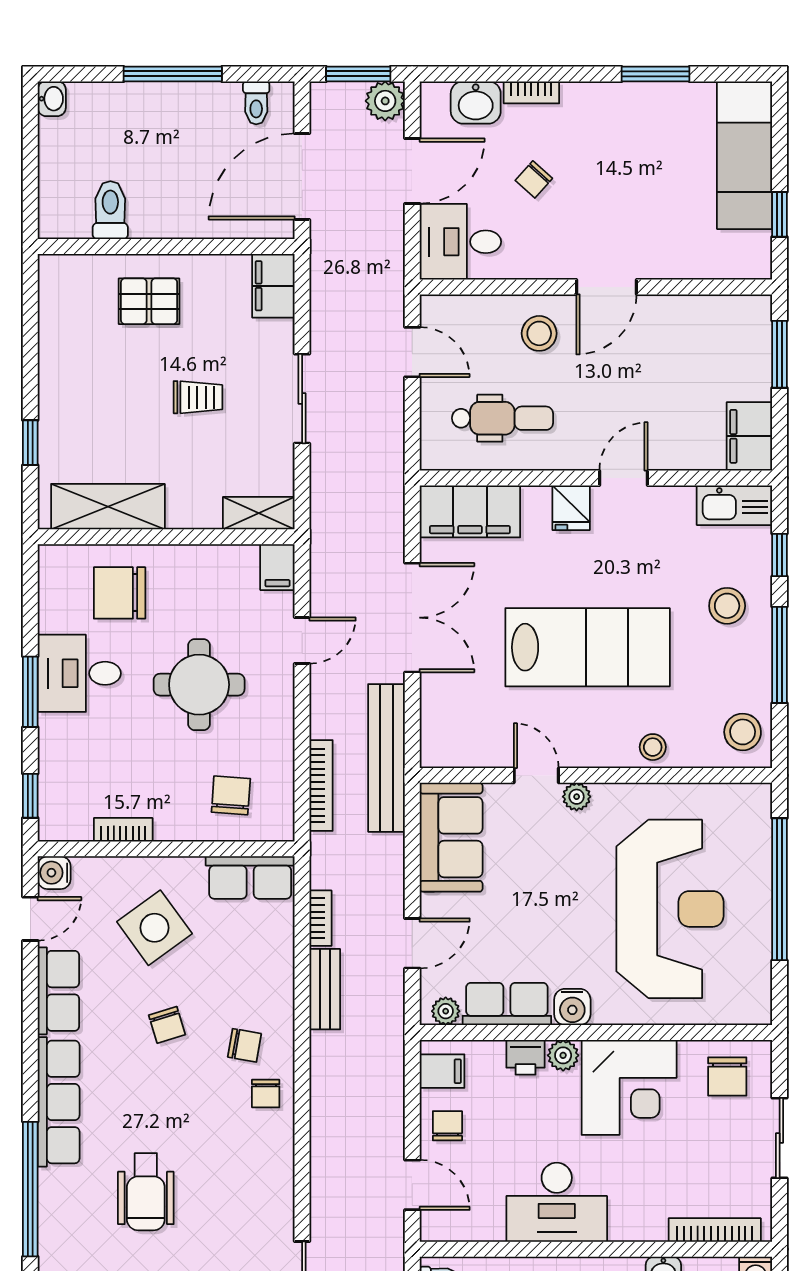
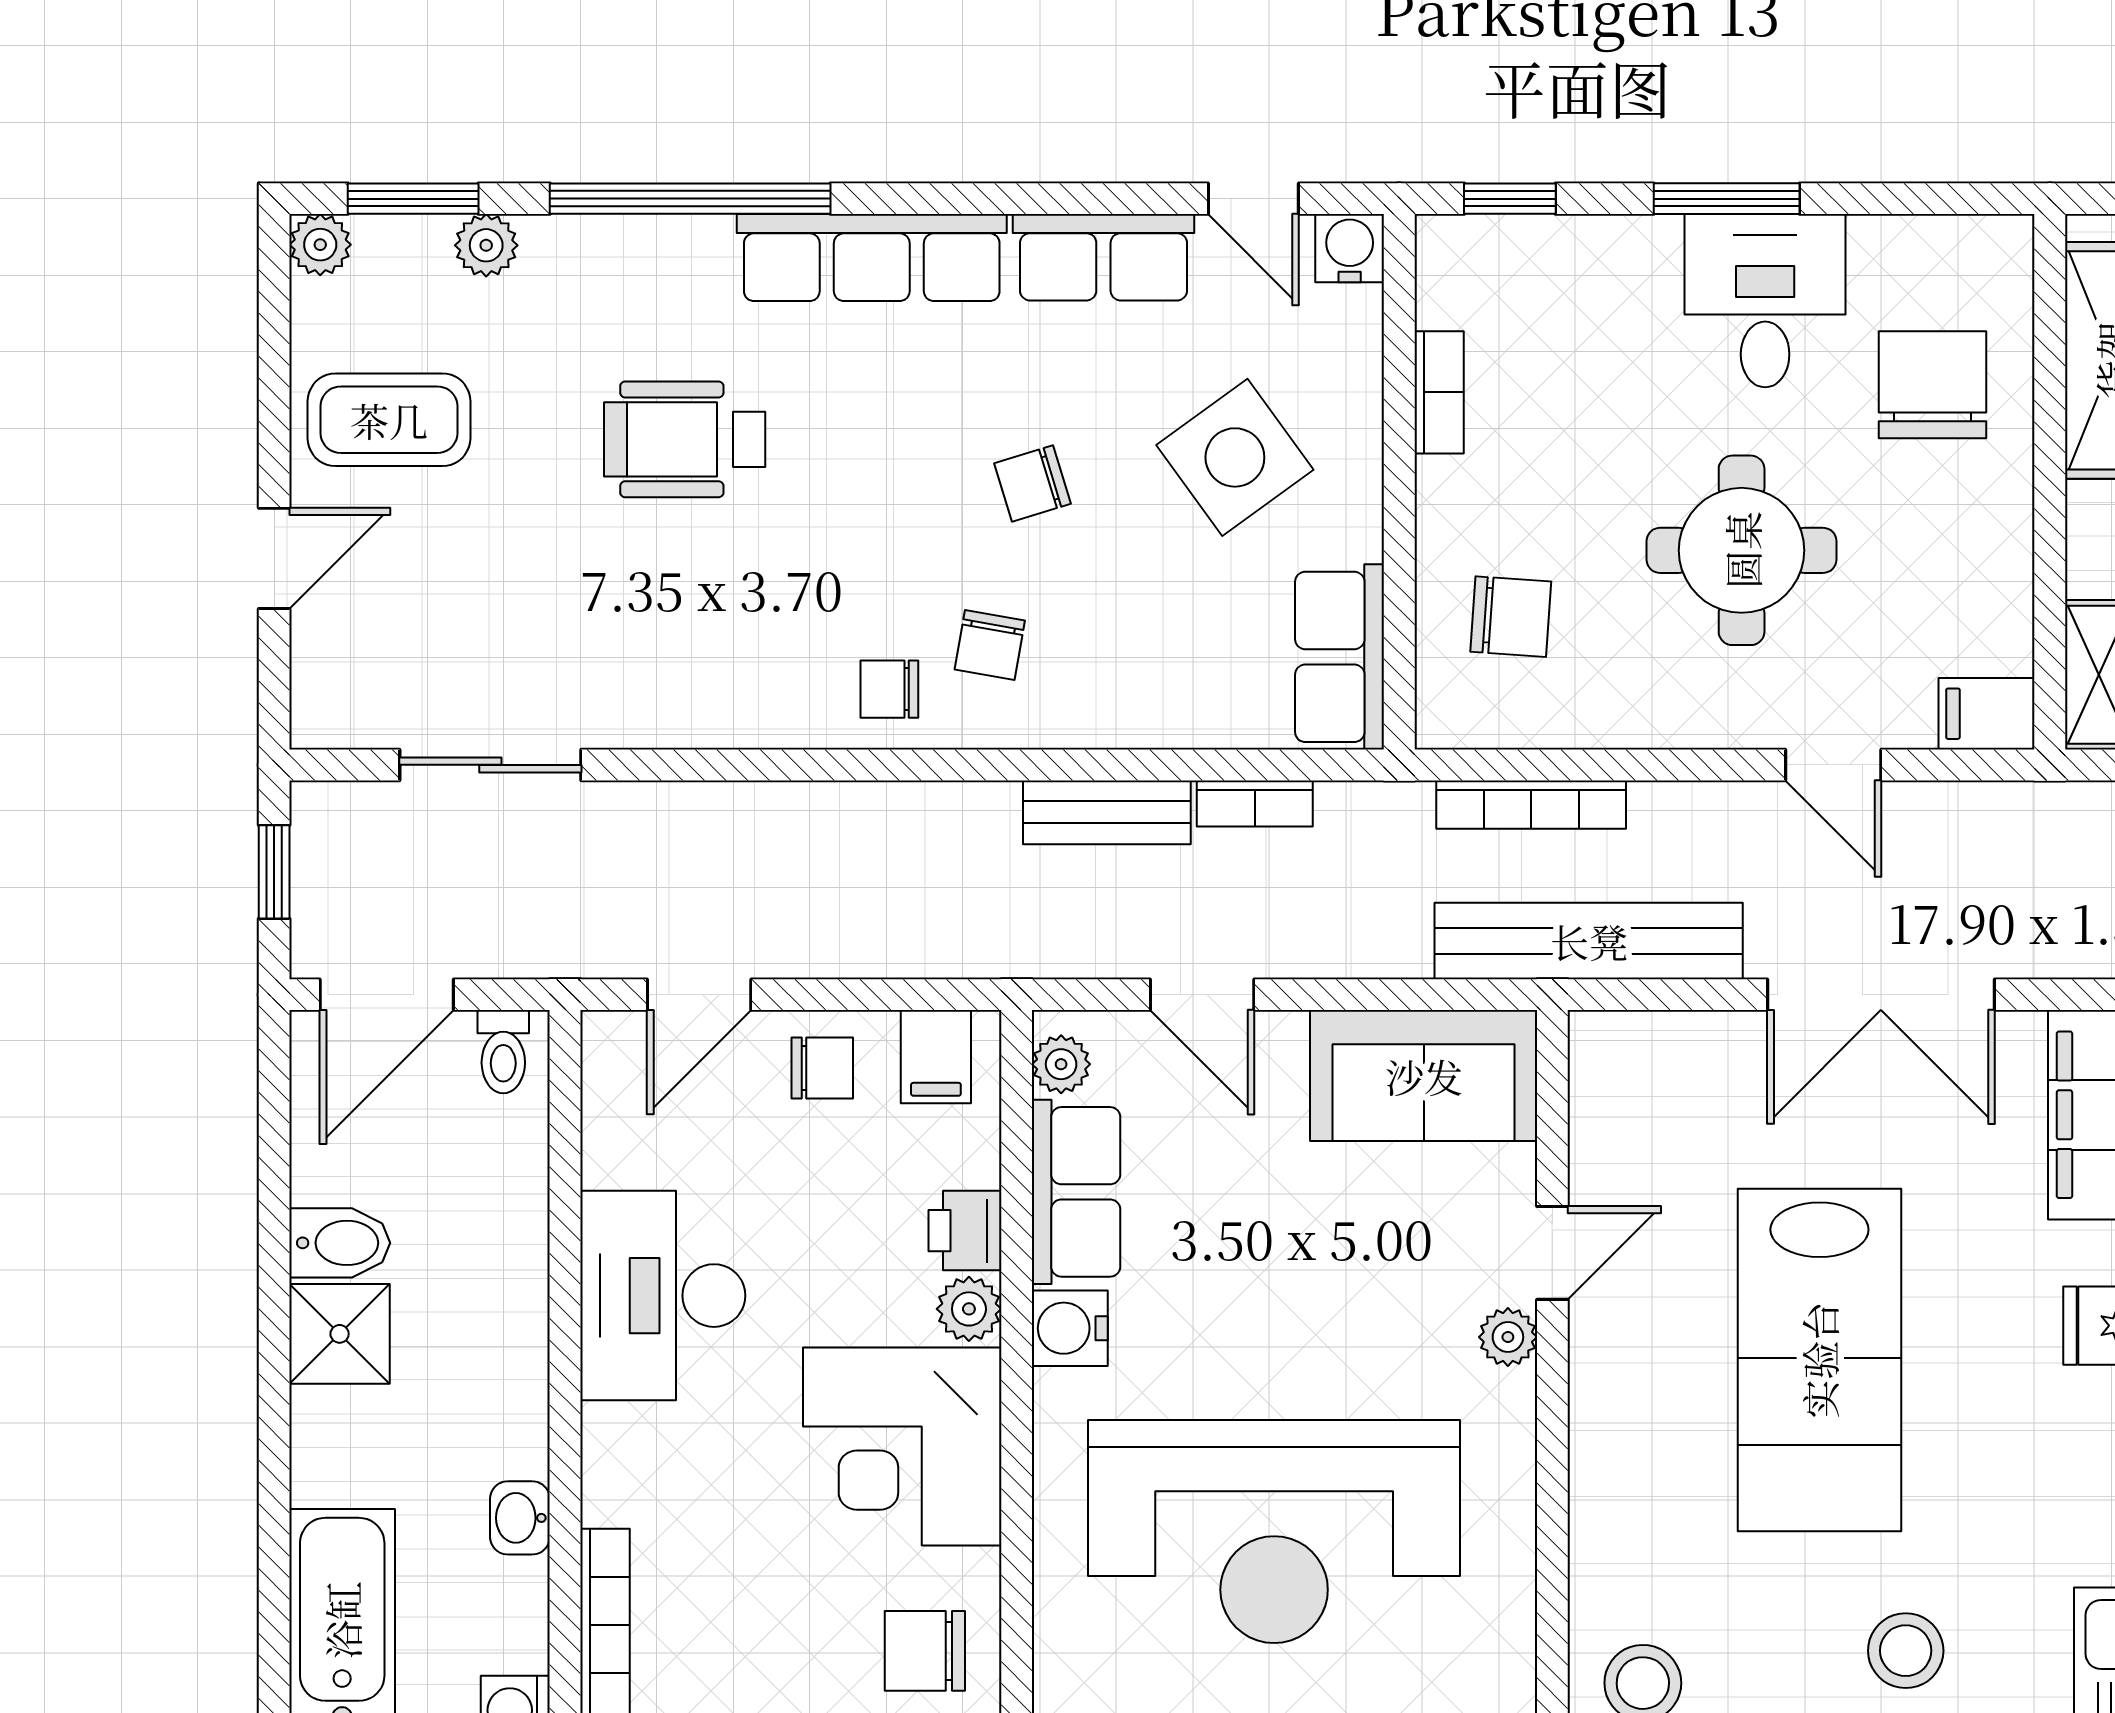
stool: (653, 747) -> (1611, 1496), removed

